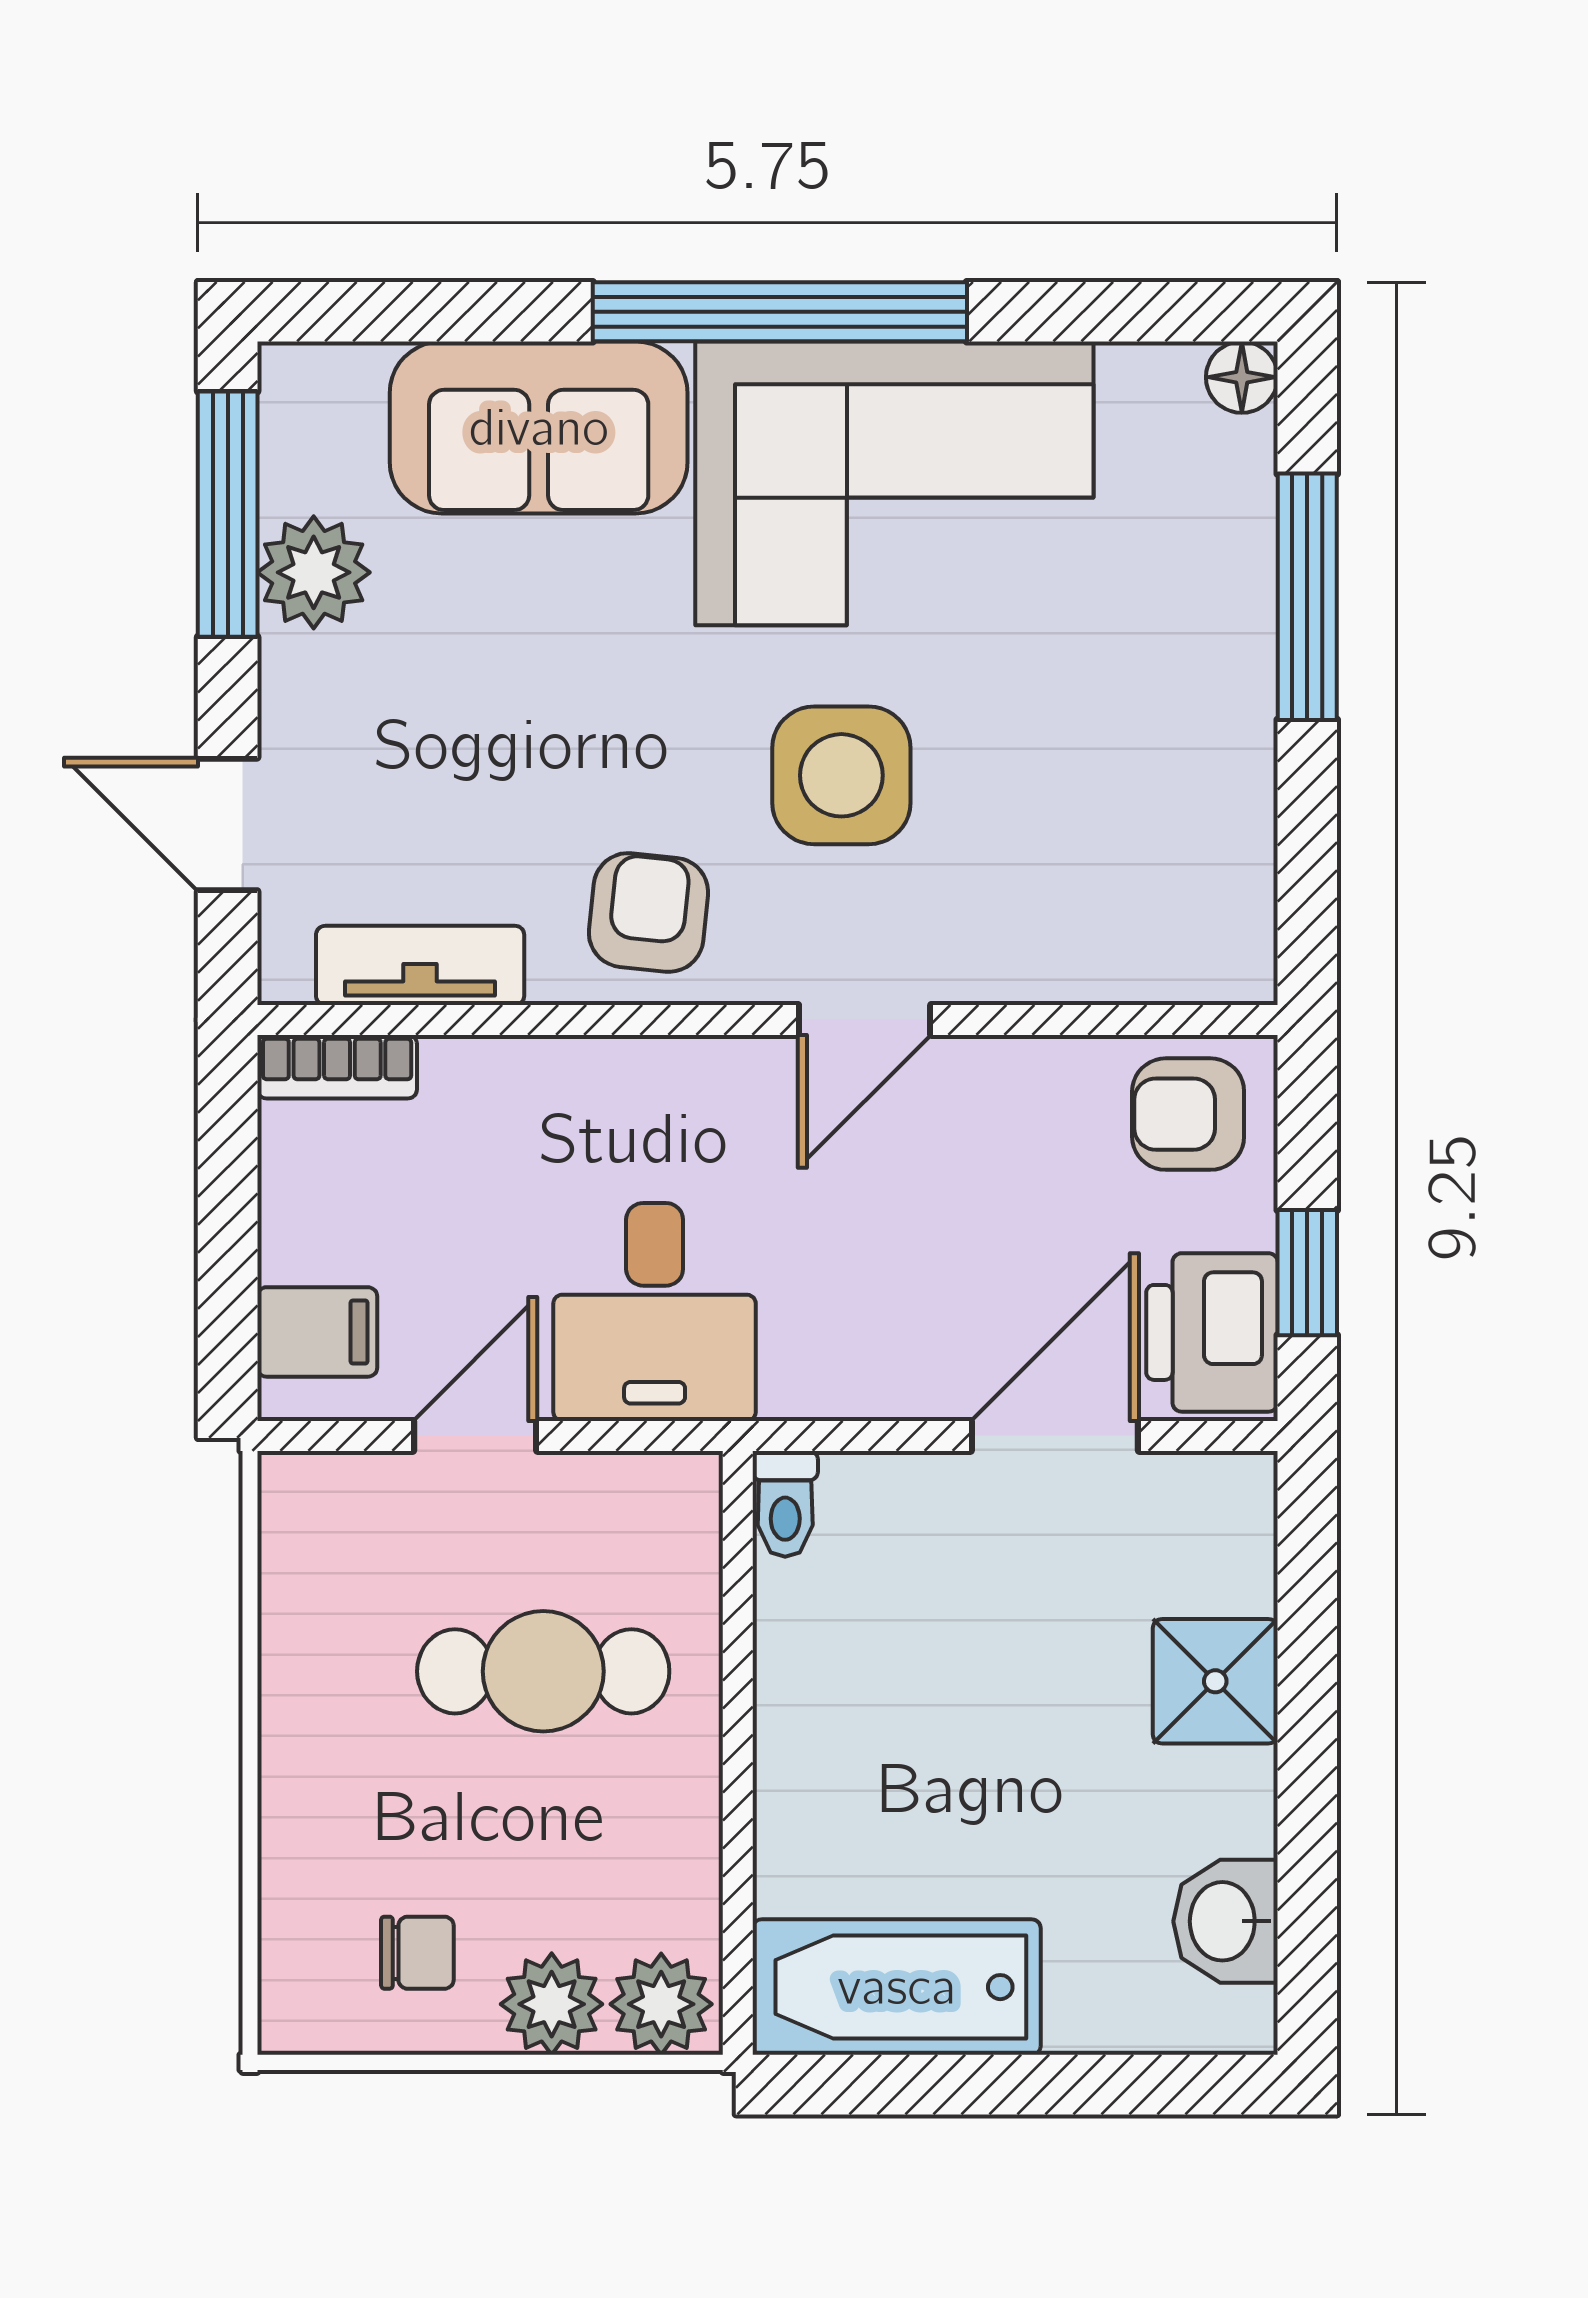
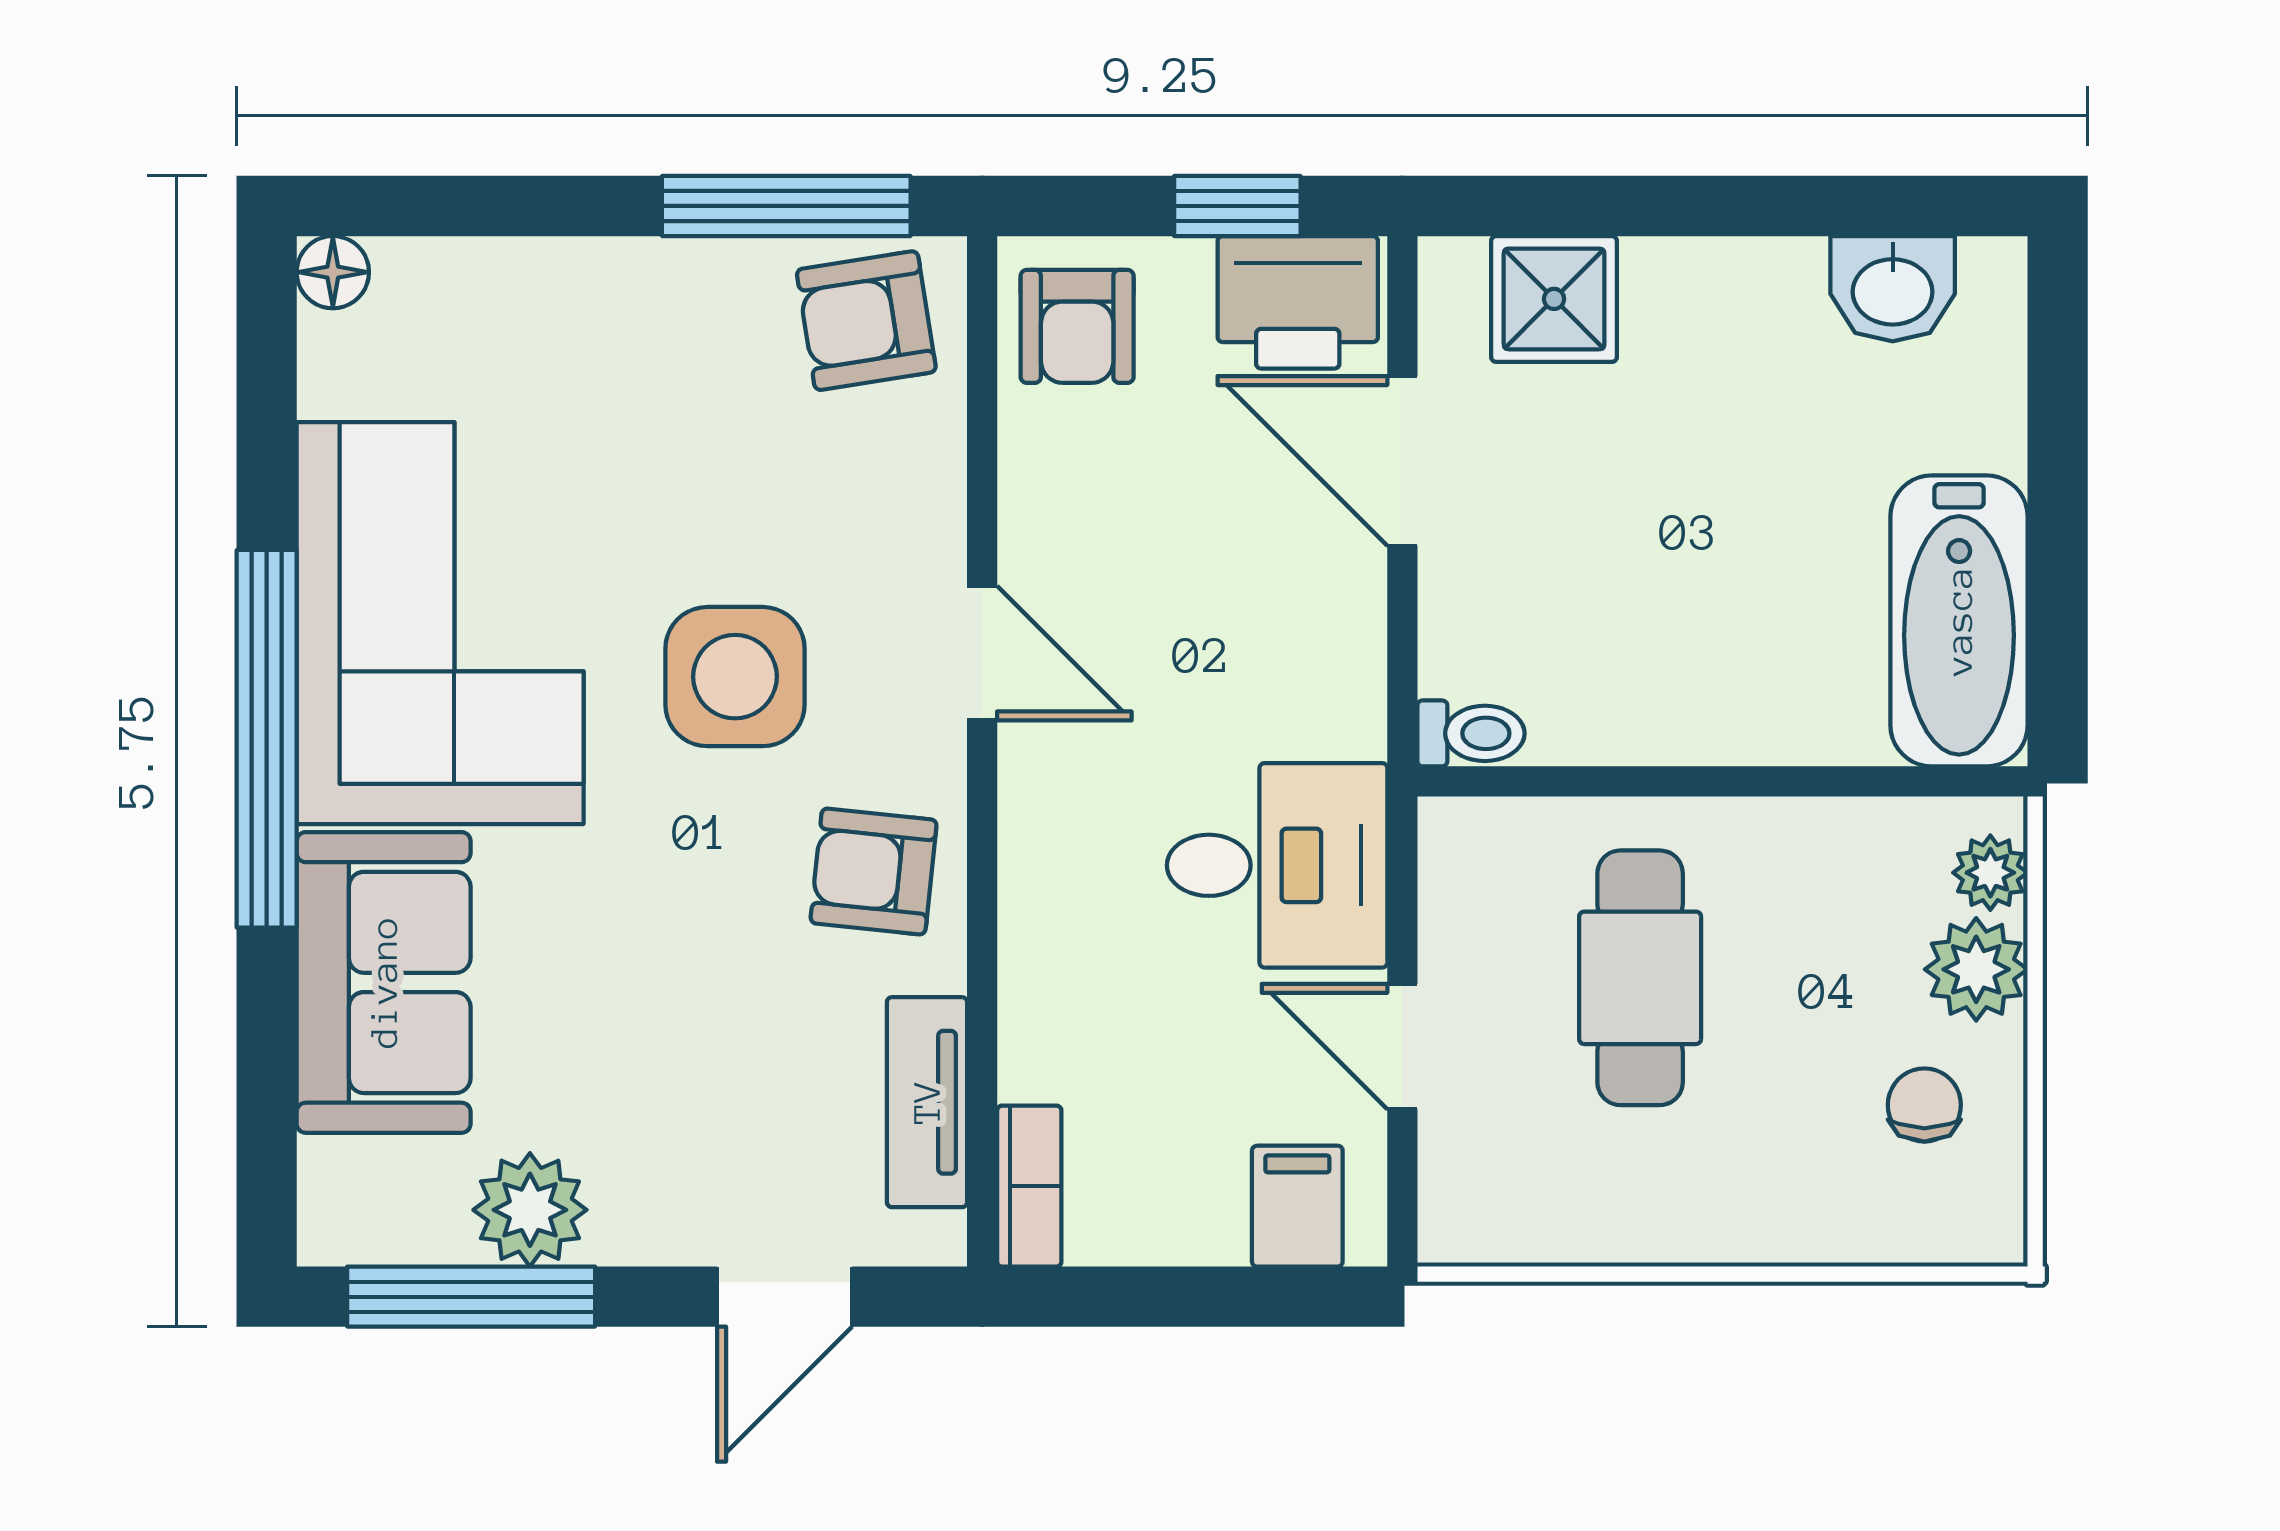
window: (1307, 597) -> (786, 206), moved
armchair: (1194, 905) -> (866, 321), added
shower: (1215, 1681) -> (1554, 299), moved
plant: (661, 2004) -> (1990, 873), width x0.73, depth x0.73

